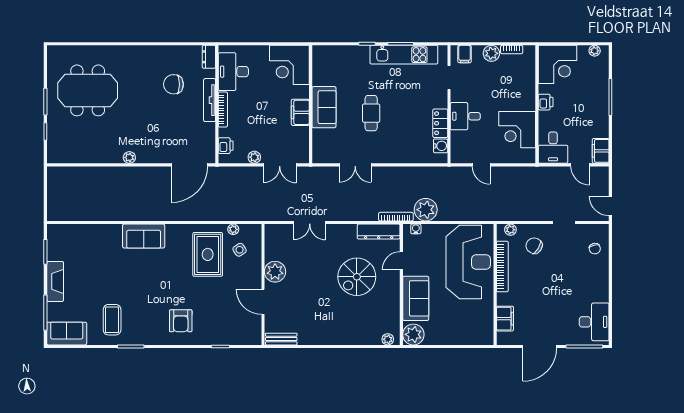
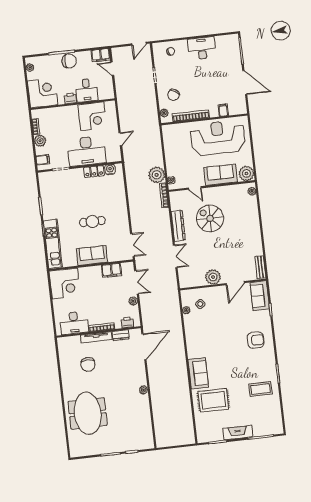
kitchen unit: (404, 55) -> (53, 244), moved
dresser: (209, 57) -> (121, 335), moved
meeting table: (88, 90) -> (88, 413), moved
chair: (598, 106) -> (69, 61), added
filing cabinet: (300, 112) -> (112, 270), moved
desk: (465, 116) -> (87, 151), width x1.87, depth x1.30
desk: (553, 148) -> (87, 90), moved, turned 90
door: (189, 165) -> (144, 347), hinge flipped
double door: (355, 165) -> (132, 245), moved
door: (580, 165) -> (112, 69), swing flipped
dresser: (379, 232) -> (178, 226), moved
rug: (208, 254) -> (213, 400), moved
reception desk: (468, 262) -> (218, 138), moved
spiral stairs: (357, 277) -> (210, 218), turned 180
filing cabinet: (505, 319) -> (223, 110), width x0.50
desk: (594, 322) -> (202, 48), moved
sofa: (67, 334) -> (260, 296), moved

